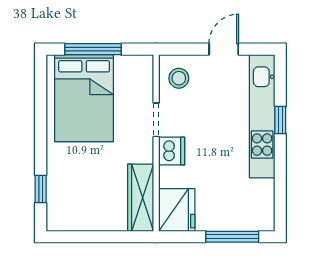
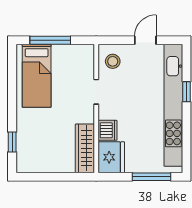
bed: (84, 98) -> (37, 76), width x0.67
kitchen unit: (262, 116) -> (173, 105), width x1.36
dishwasher: (172, 151) -> (108, 130), moved

